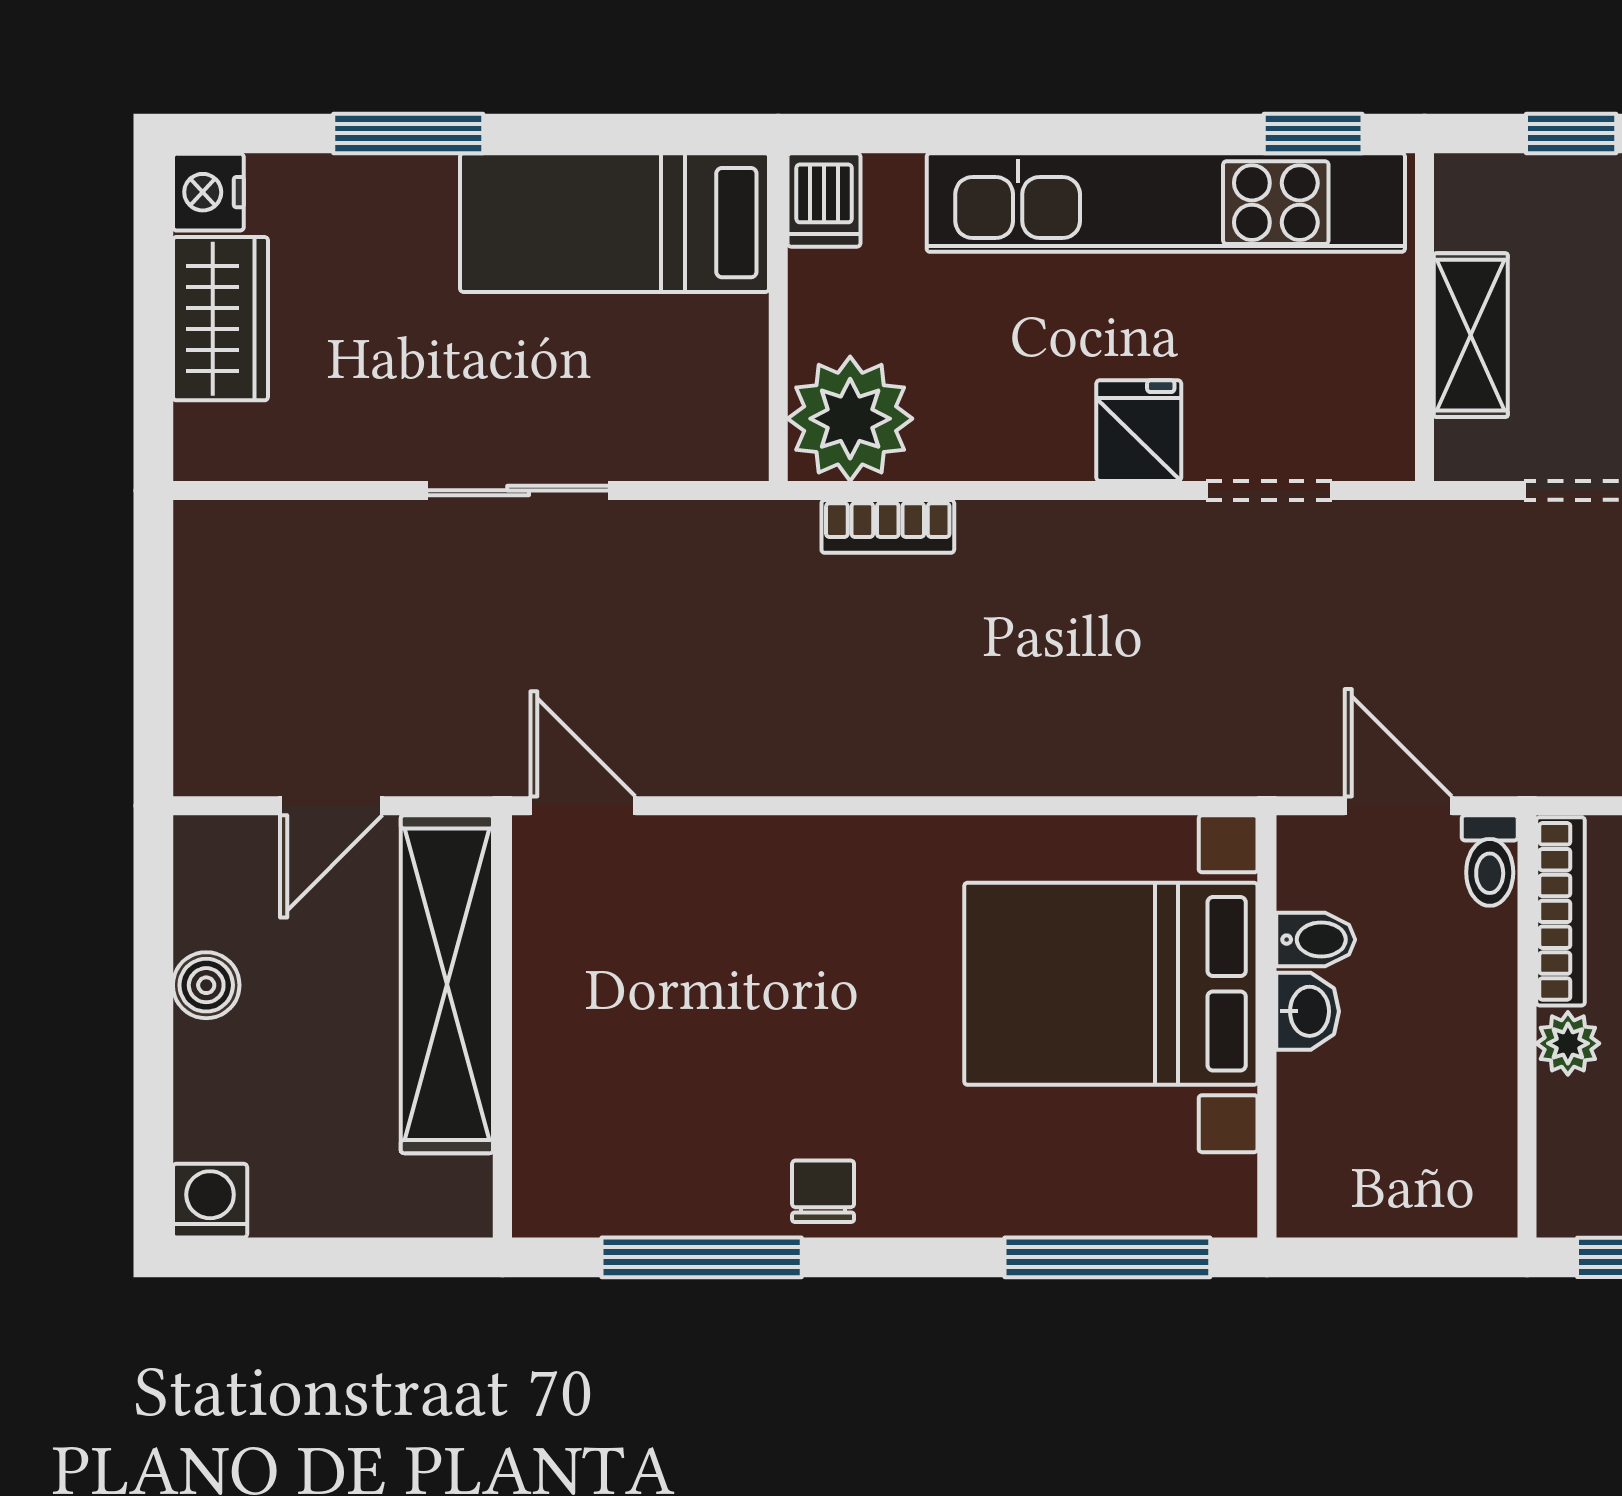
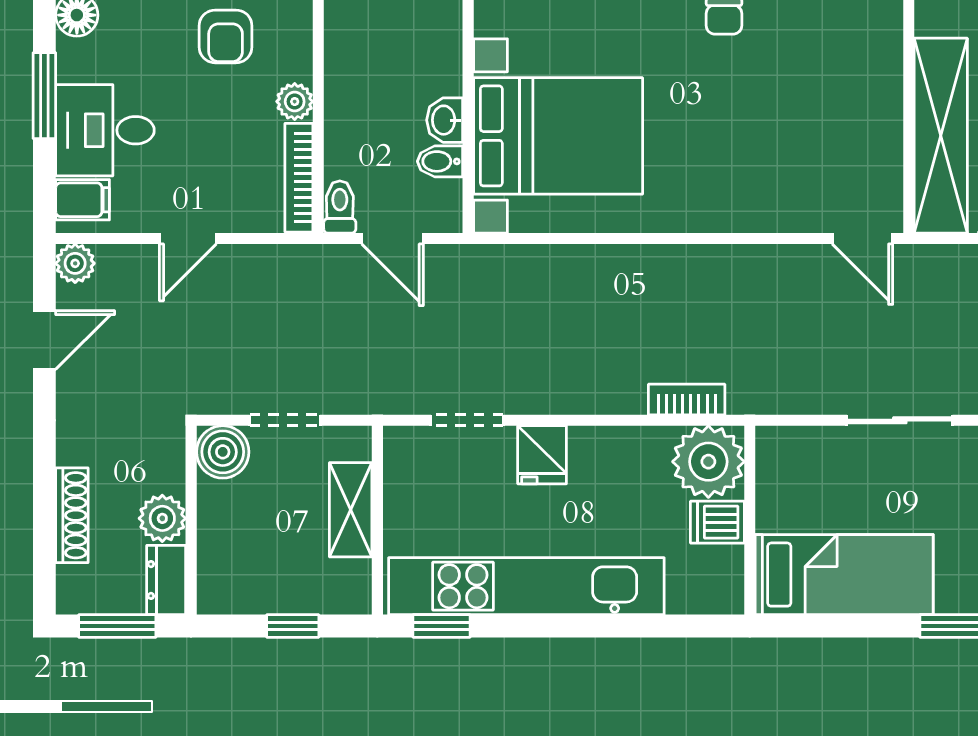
dishwasher: (824, 200) -> (717, 522), moved, turned -90

